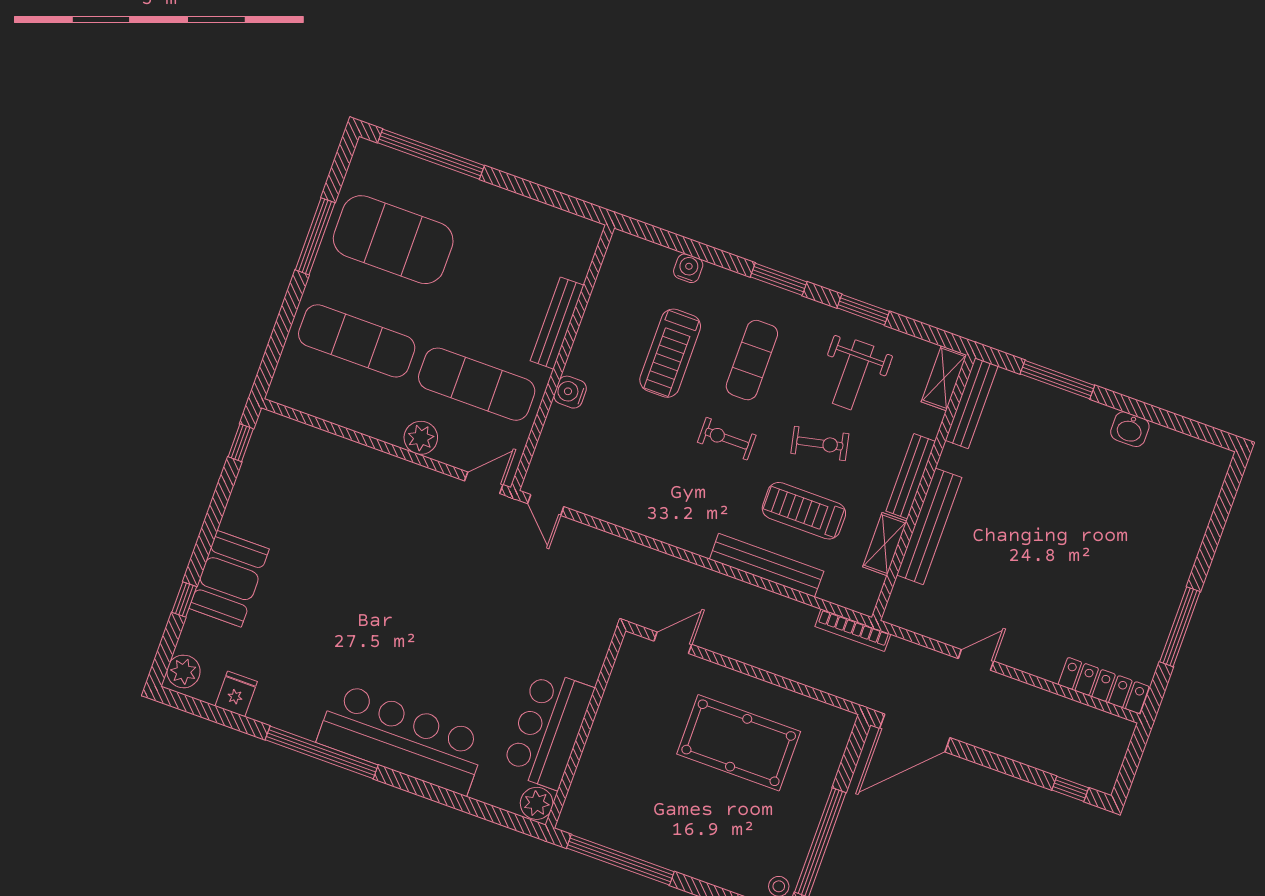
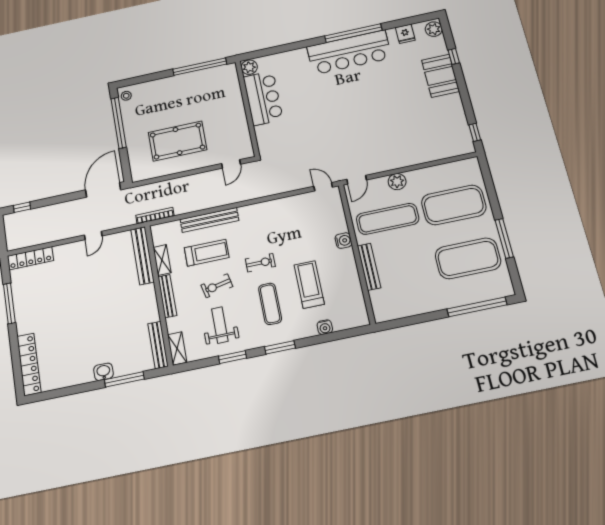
exercise mat: (357, 341) -> (454, 205), width x1.47
washbasin: (1130, 429) -> (103, 372), moved
locker: (1200, 500) -> (29, 364), added
bench: (929, 526) -> (143, 256), moved
bar counter: (402, 739) -> (349, 52), moved

